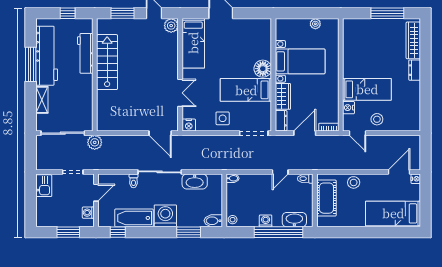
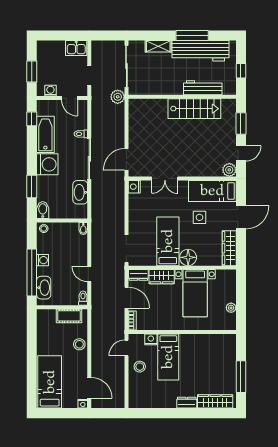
wardrobe: (253, 26) -> (229, 248), added
side table: (223, 118) -> (199, 217), moved
cot: (326, 198) -> (69, 316), width x0.73, depth x0.75

